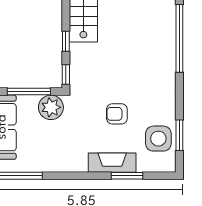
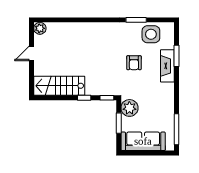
window: (179, 38) -> (82, 20), removed
window: (29, 92) -> (119, 123), width x0.69
window: (179, 135) -> (136, 20), moved

